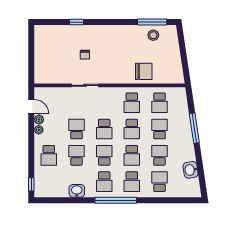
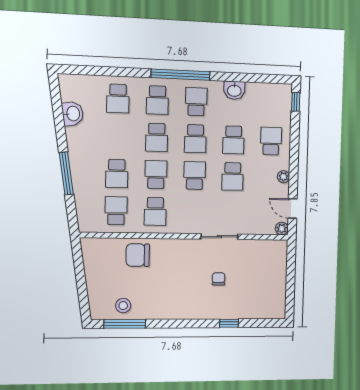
school desk: (132, 103) -> (155, 211), turned 180
plant: (39, 120) -> (282, 229), moved
school desk: (132, 155) -> (157, 137), turned 180
school desk: (160, 155) -> (117, 136), removed
school desk: (132, 182) -> (157, 100), turned 180

